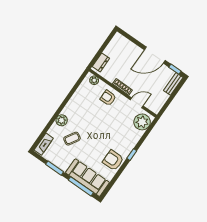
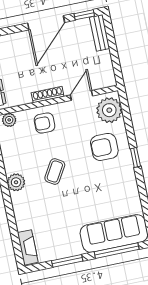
plant: (62, 120) -> (16, 182), moved
coffee table: (72, 139) -> (55, 171), moved
armchair: (113, 160) -> (104, 147), moved

